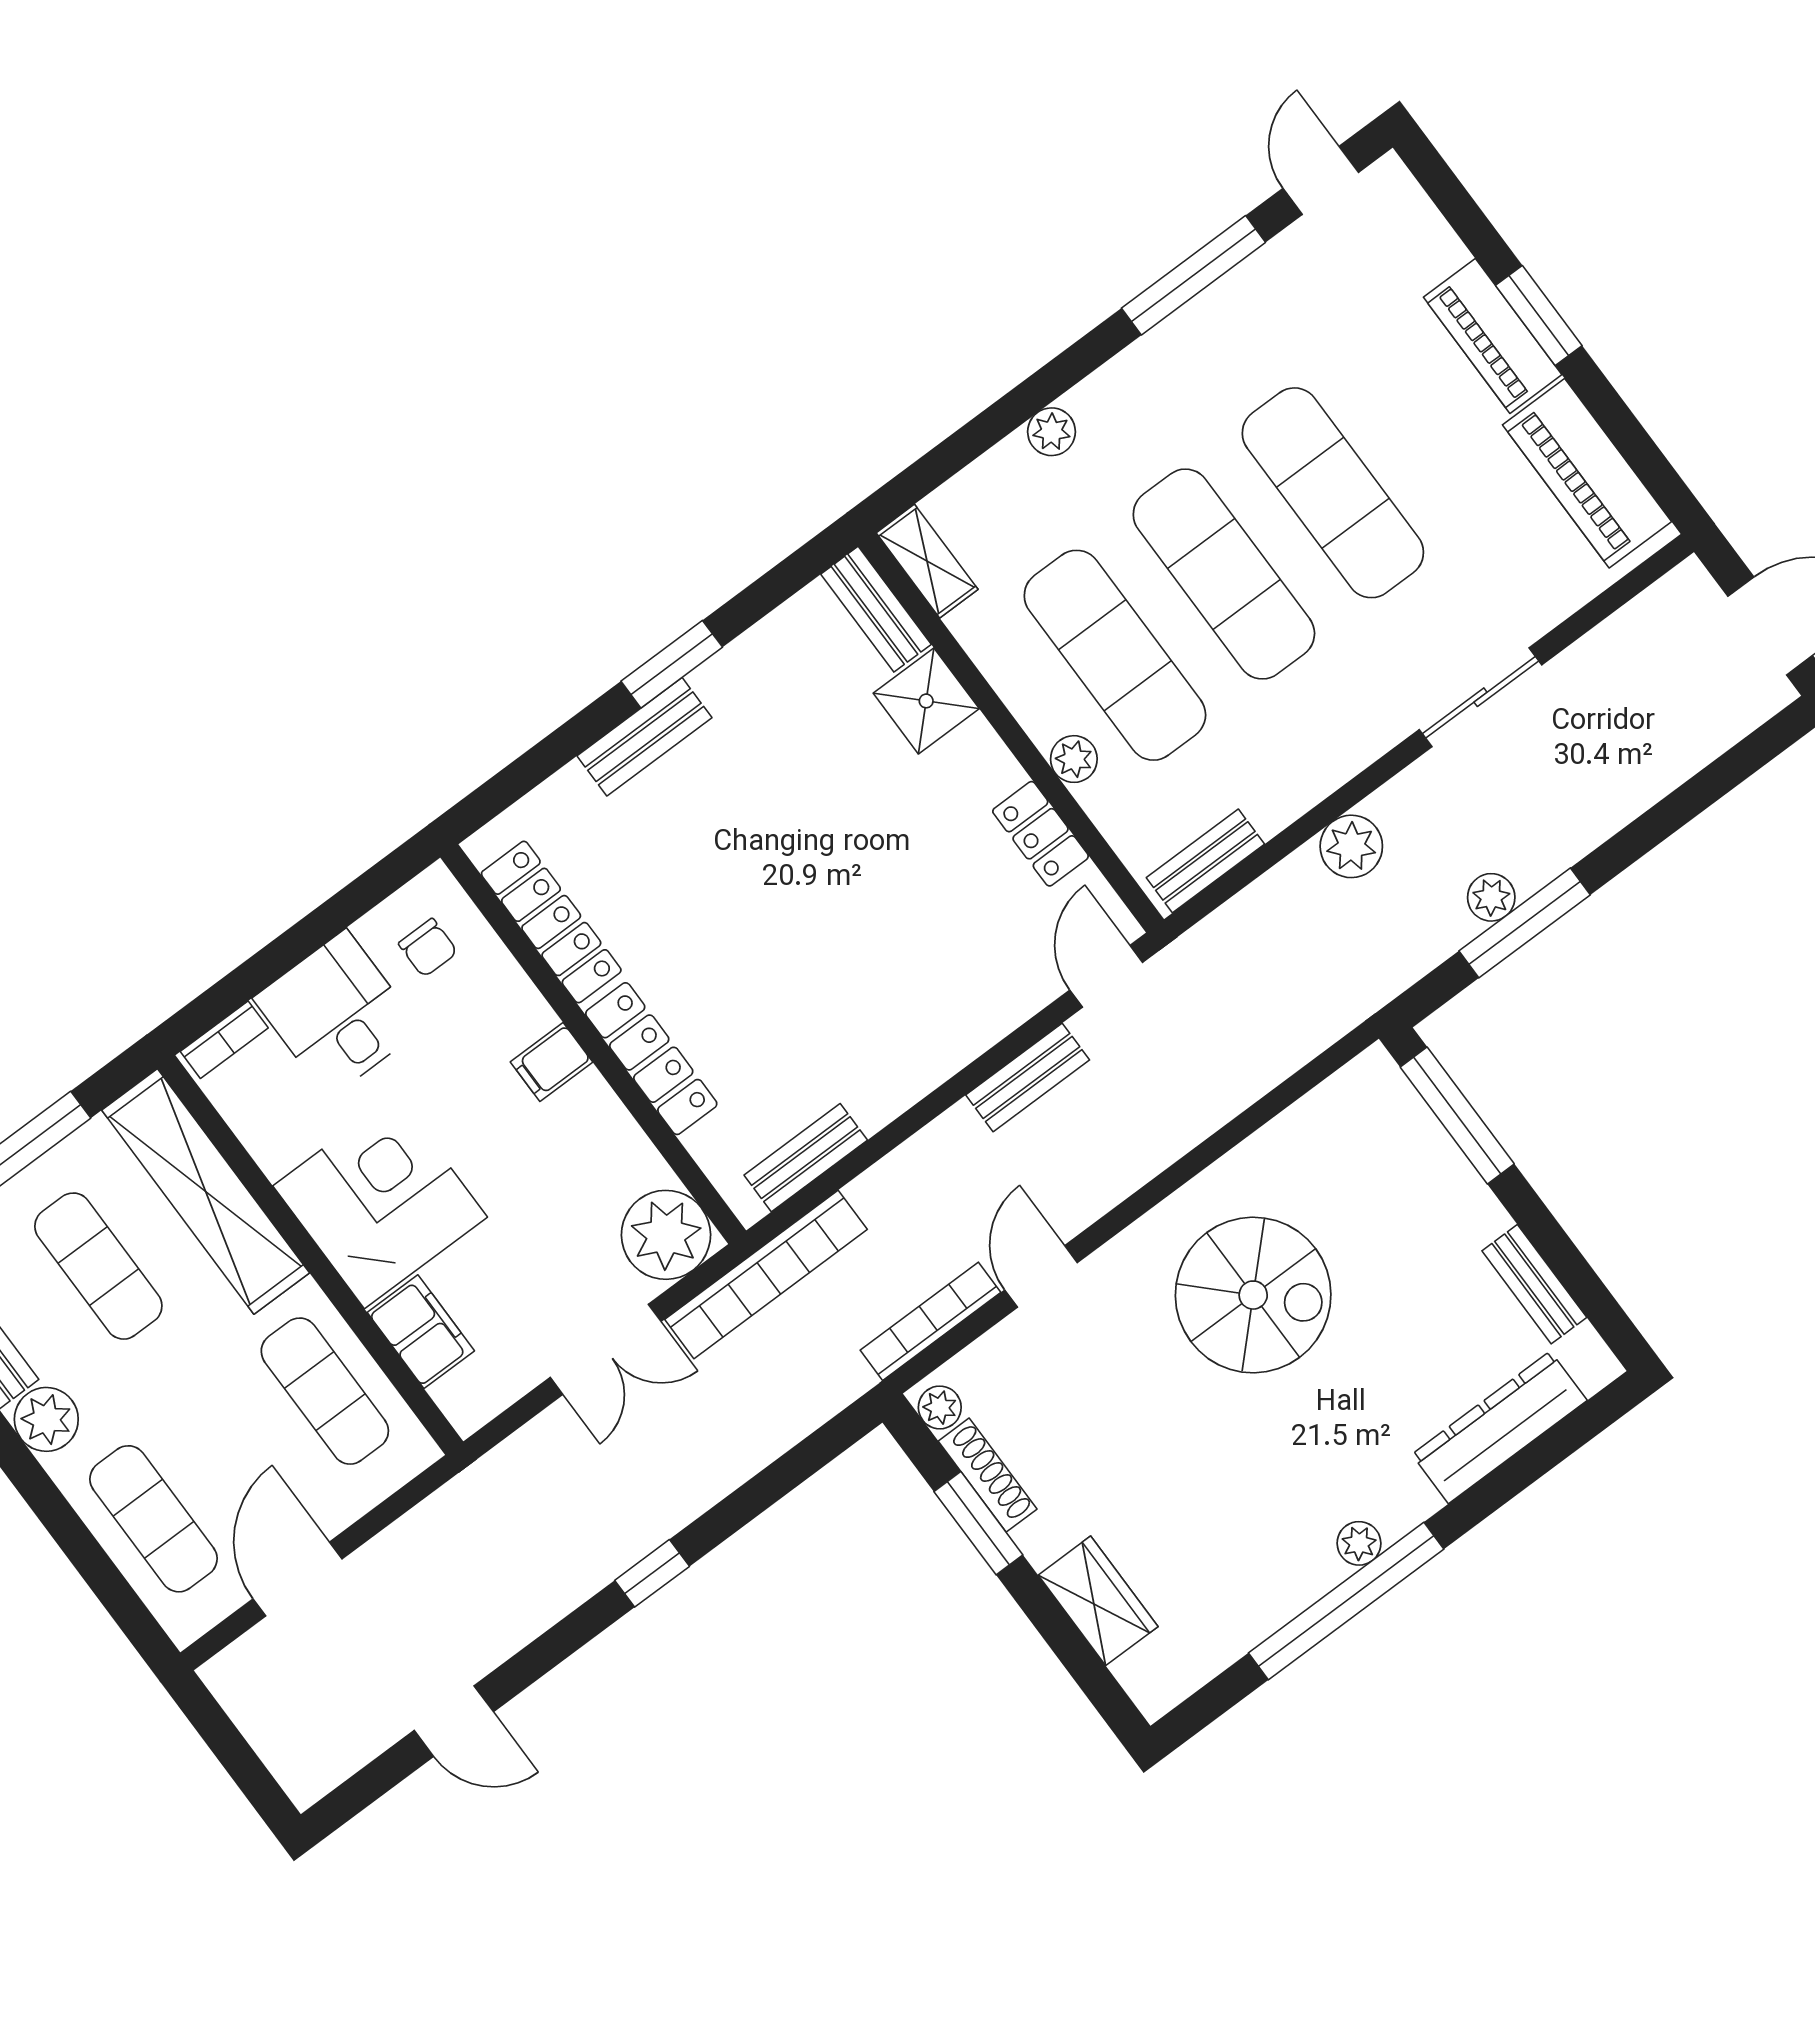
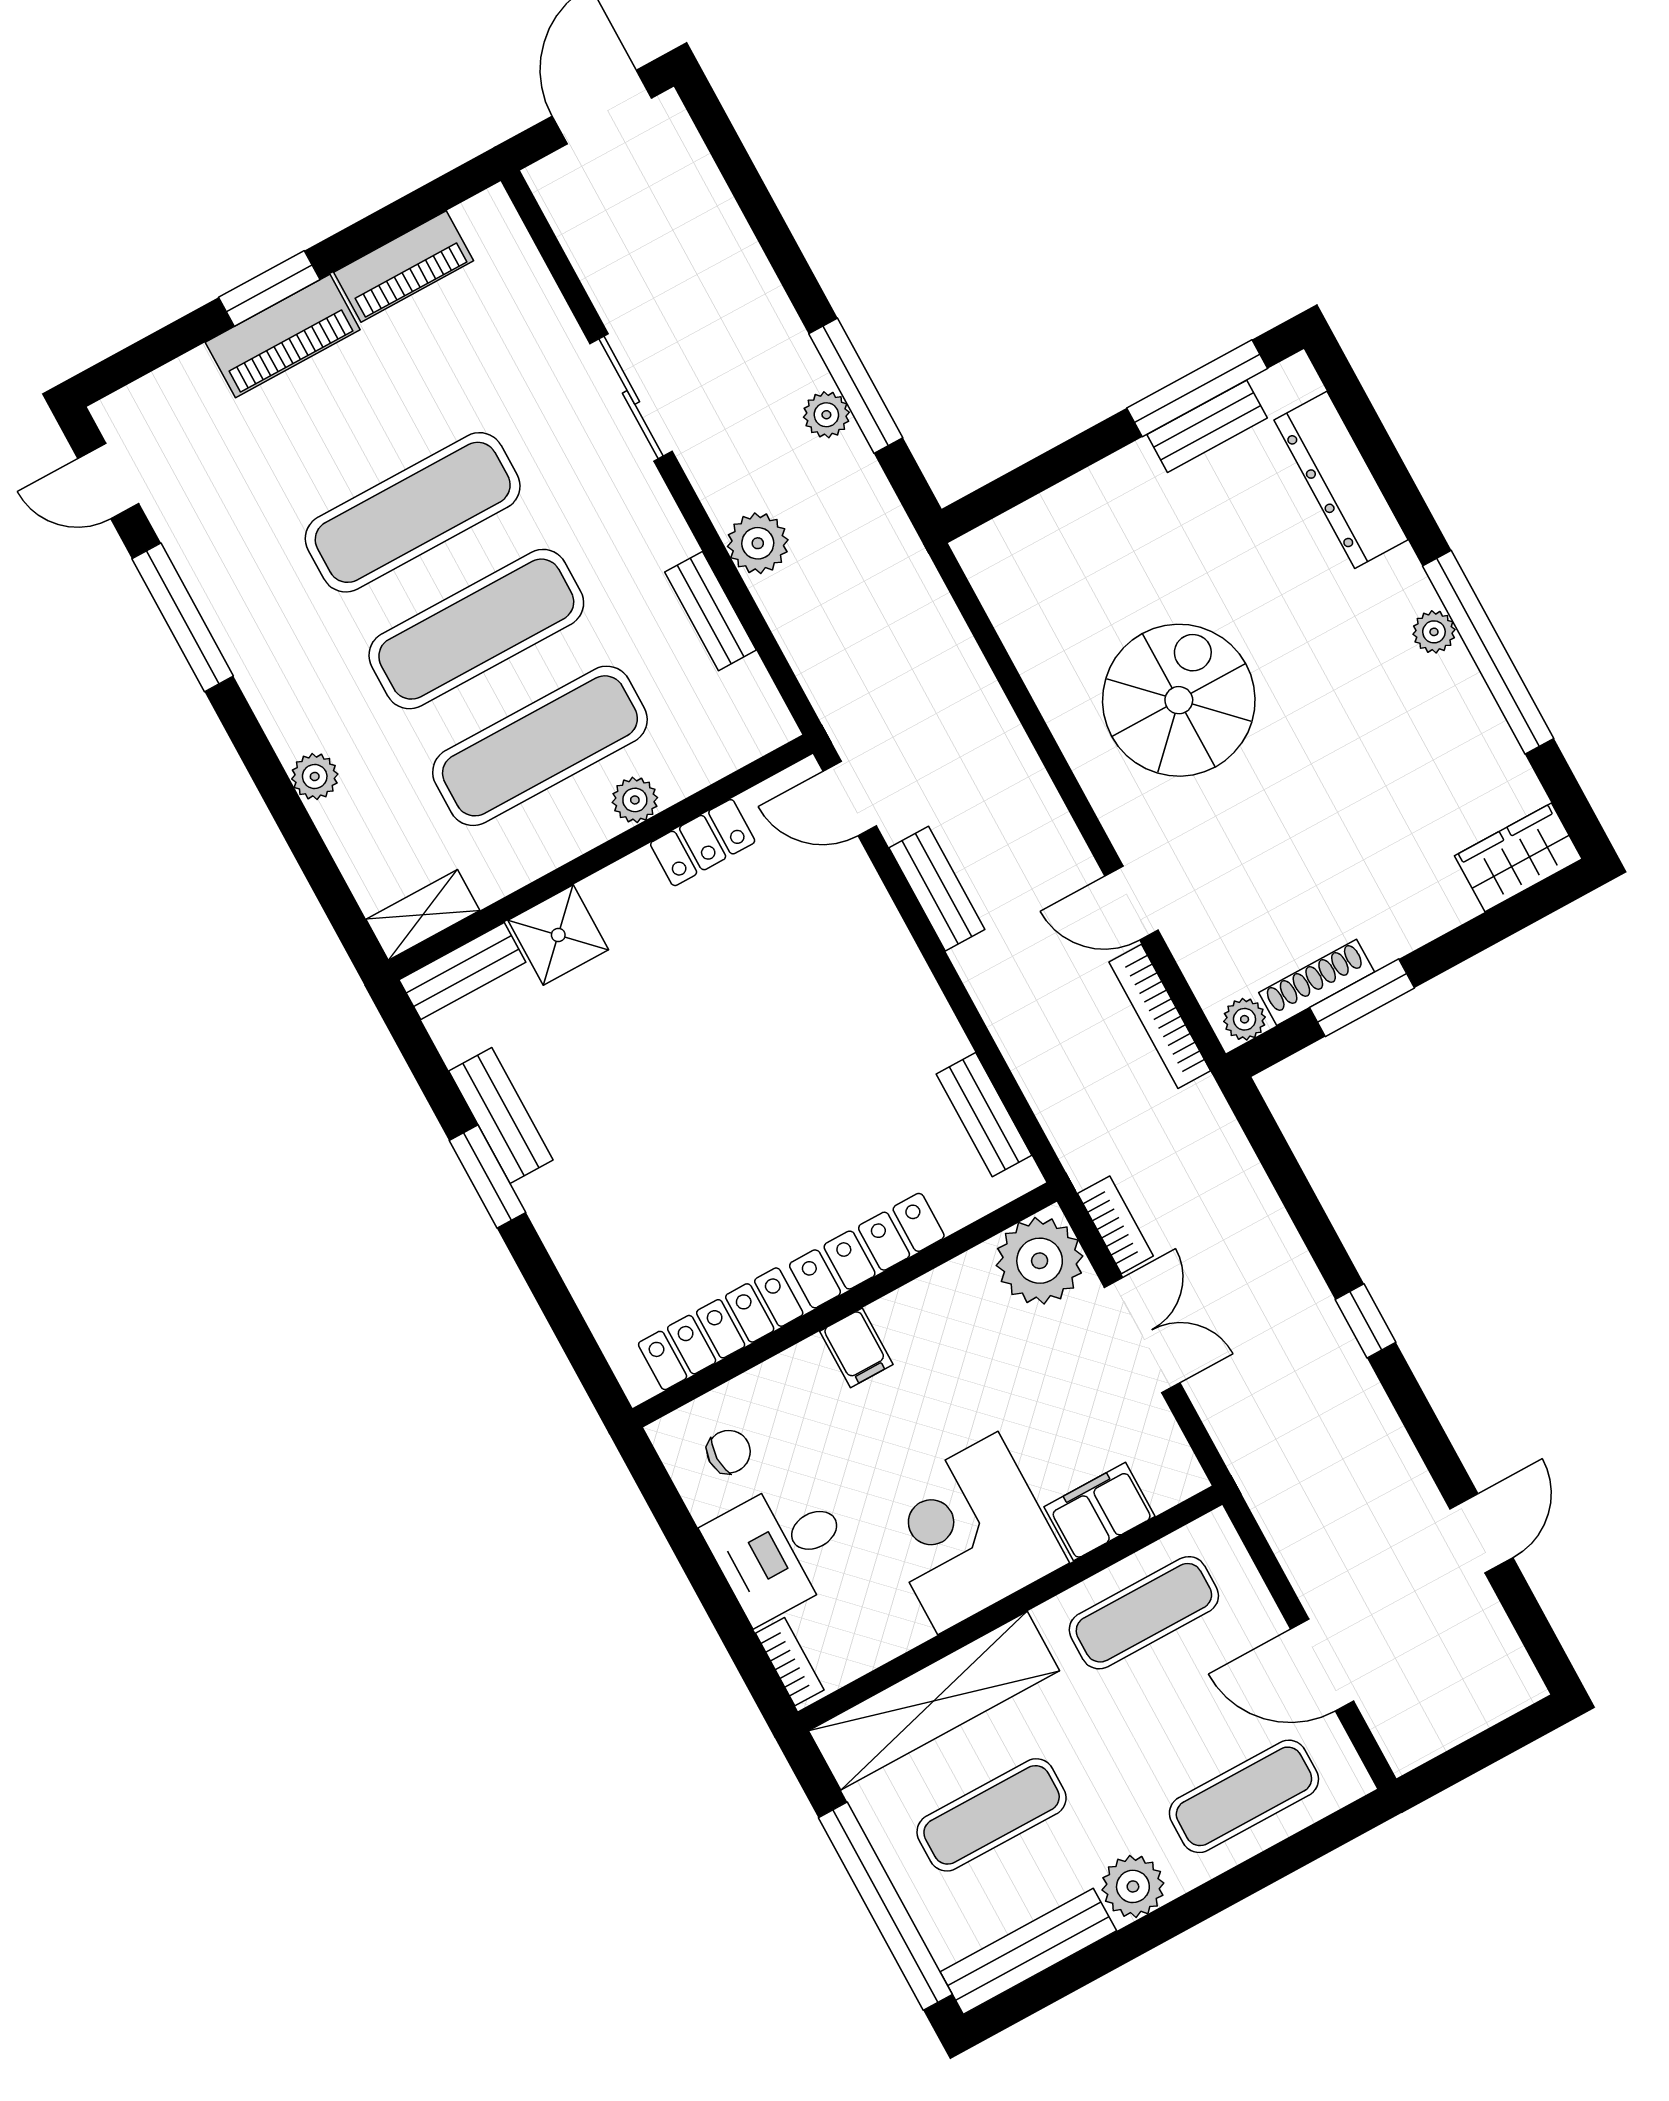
piano: (1587, 473) -> (404, 266), width x0.73, depth x0.75
bench: (644, 737) -> (501, 1116), moved
bench: (1205, 861) -> (711, 611), moved
window: (1457, 1116) -> (1197, 388), moved
bookcase: (766, 1274) -> (1115, 1225), width x0.43, depth x0.76
wardrobe: (1098, 1601) -> (1518, 857), moved

